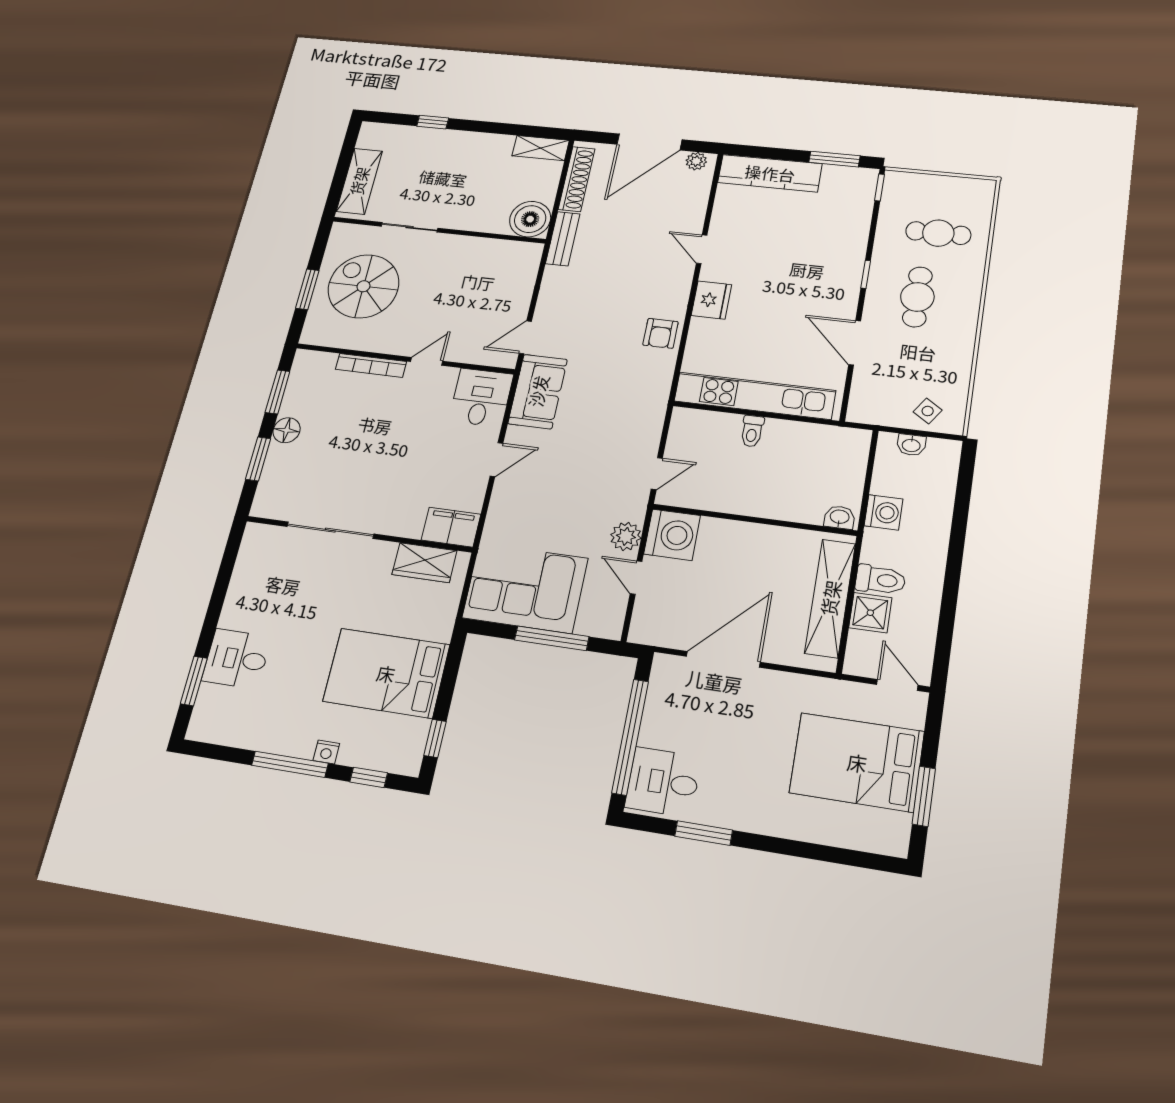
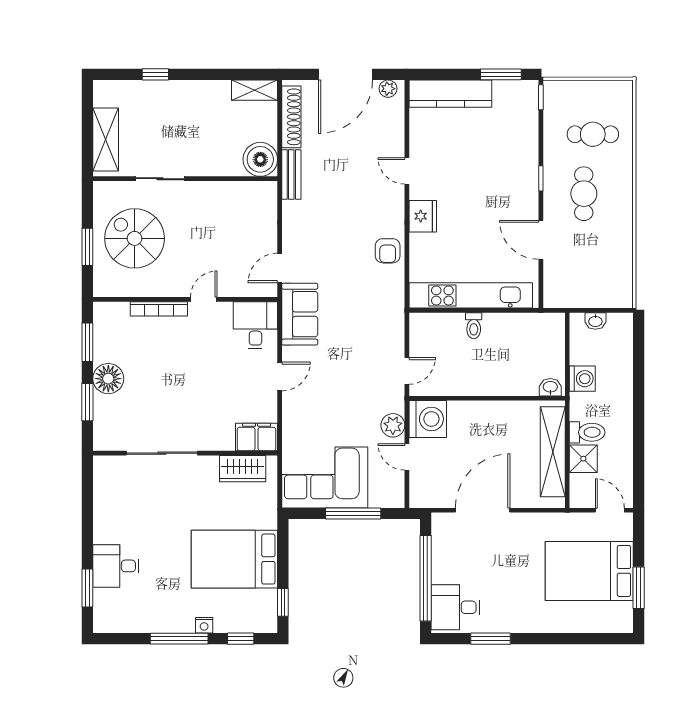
side table: (928, 411) -> (604, 291), removed
floor lamp: (287, 430) -> (108, 379), width x1.38, depth x1.38

